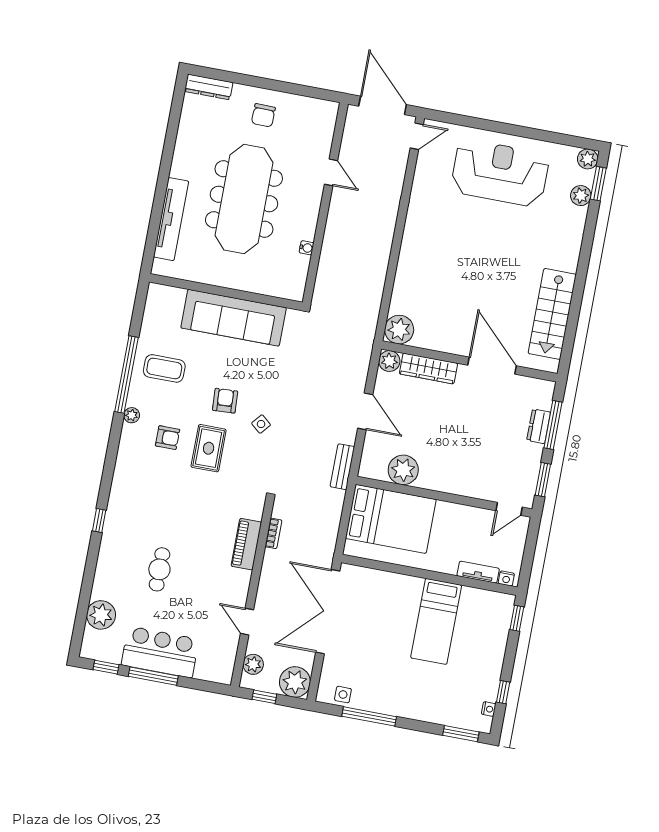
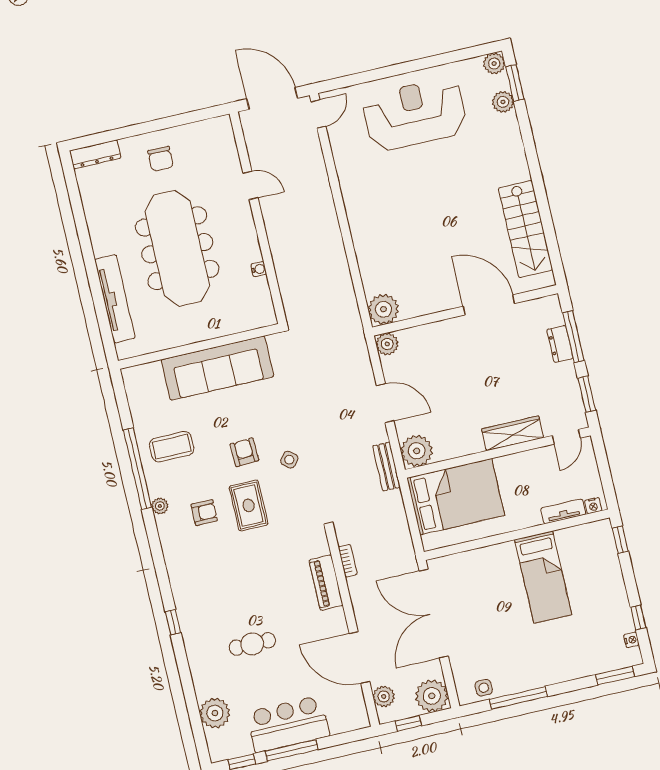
wardrobe: (428, 369) -> (513, 433), moved, turned 180
plant: (403, 470) -> (417, 451), moved
cafe table: (159, 569) -> (252, 644), turned 90
door: (247, 622) -> (359, 658), width x1.87

